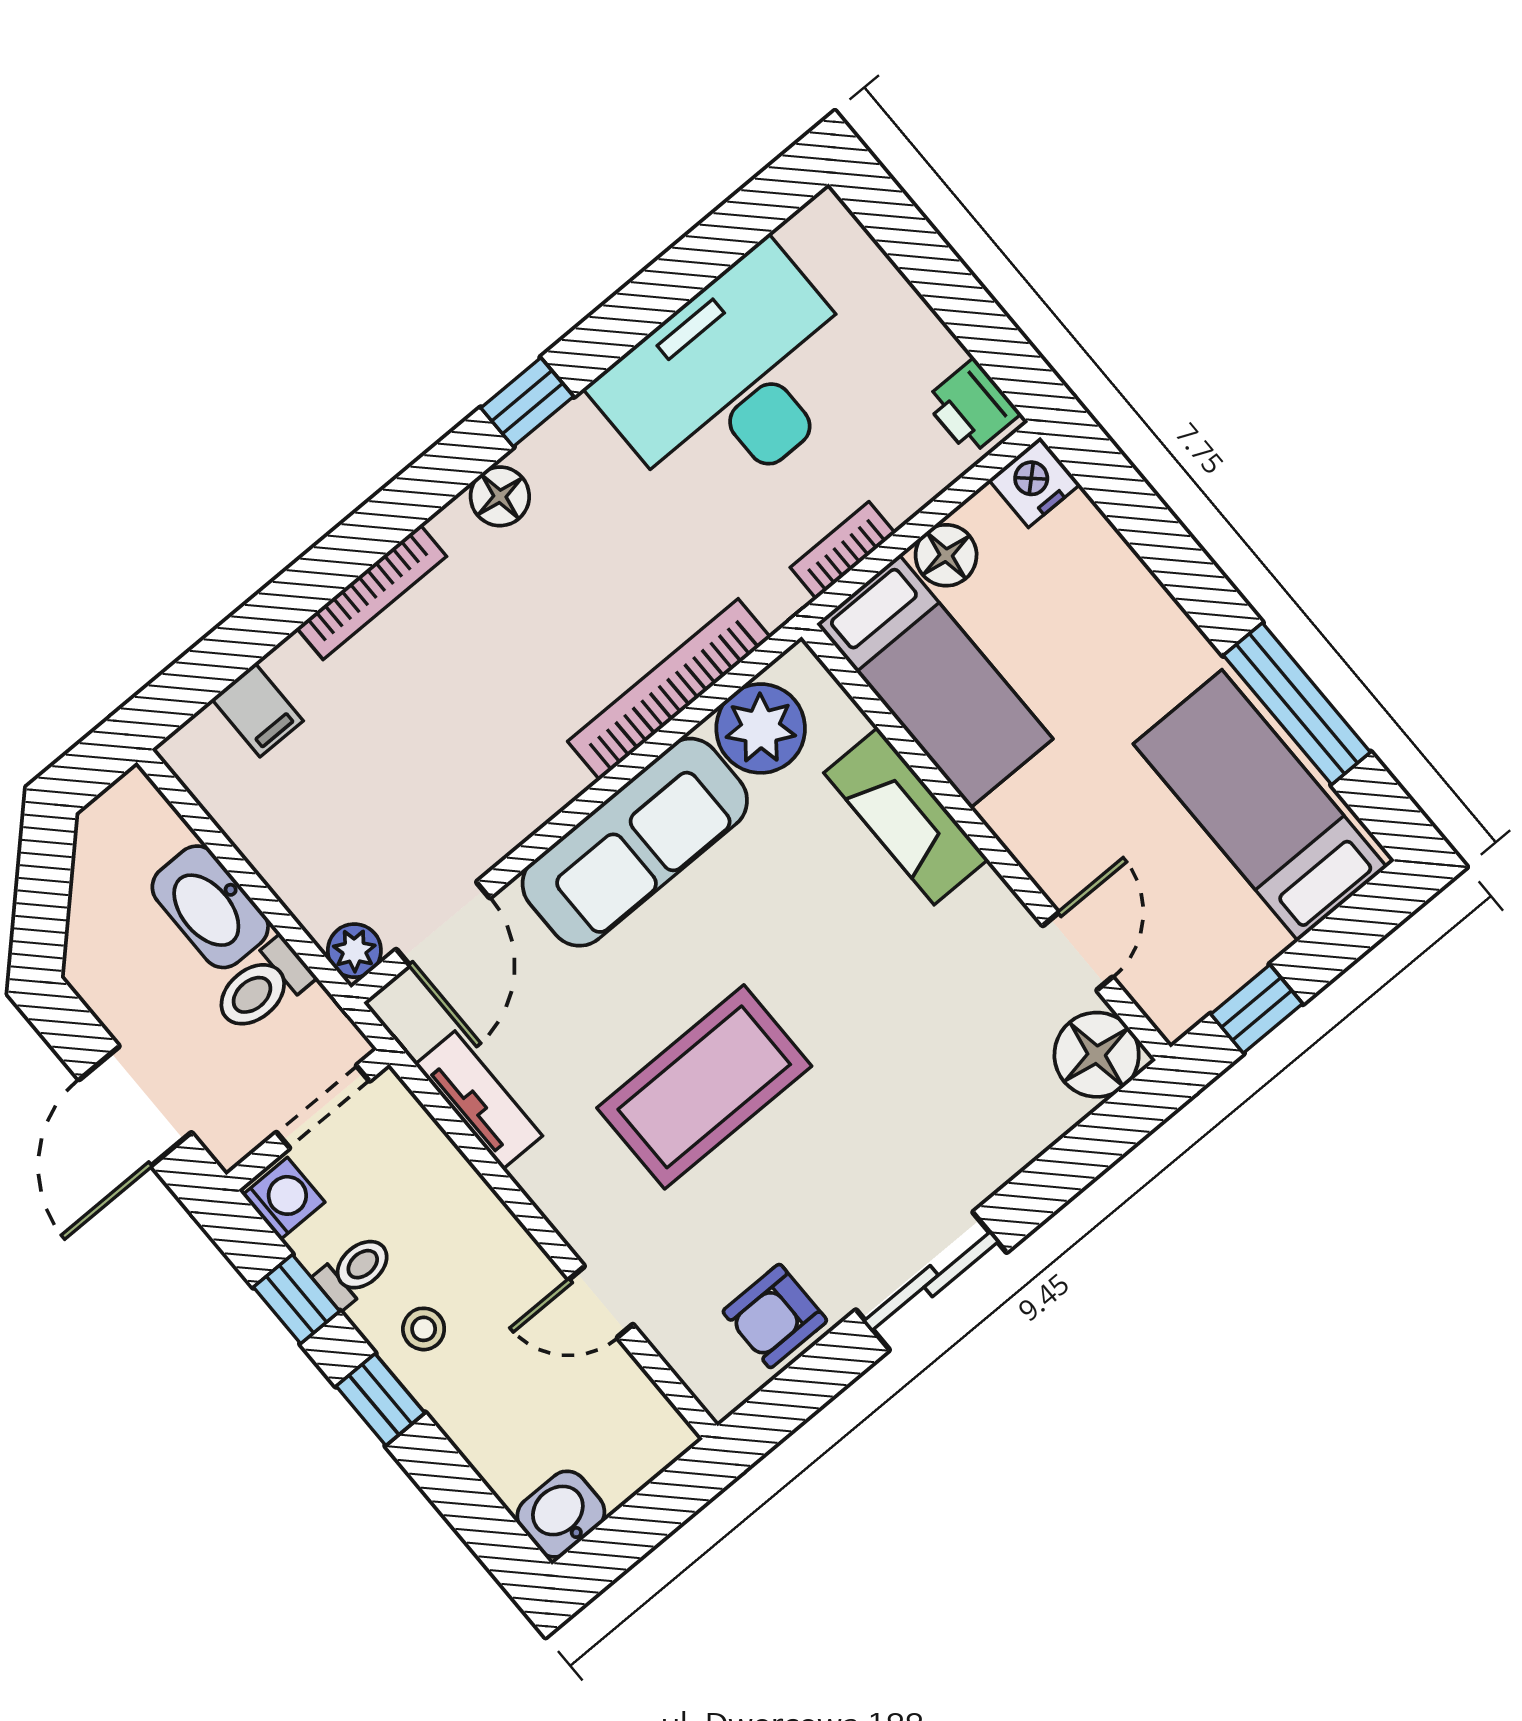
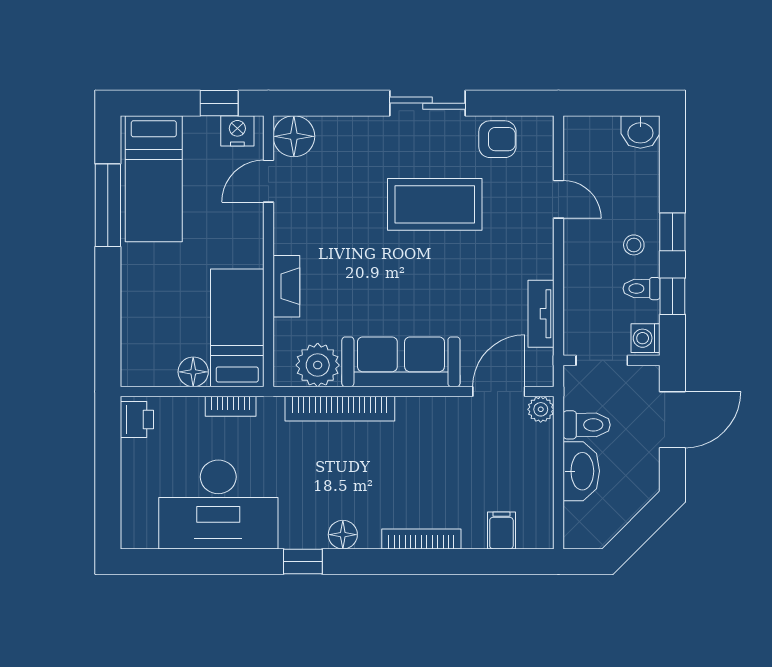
nightstand: (1034, 482) -> (237, 131), moved, turned 180
fireplace: (906, 816) -> (286, 286), width x0.73, depth x0.76
coffee table: (704, 1087) -> (435, 204), moved

